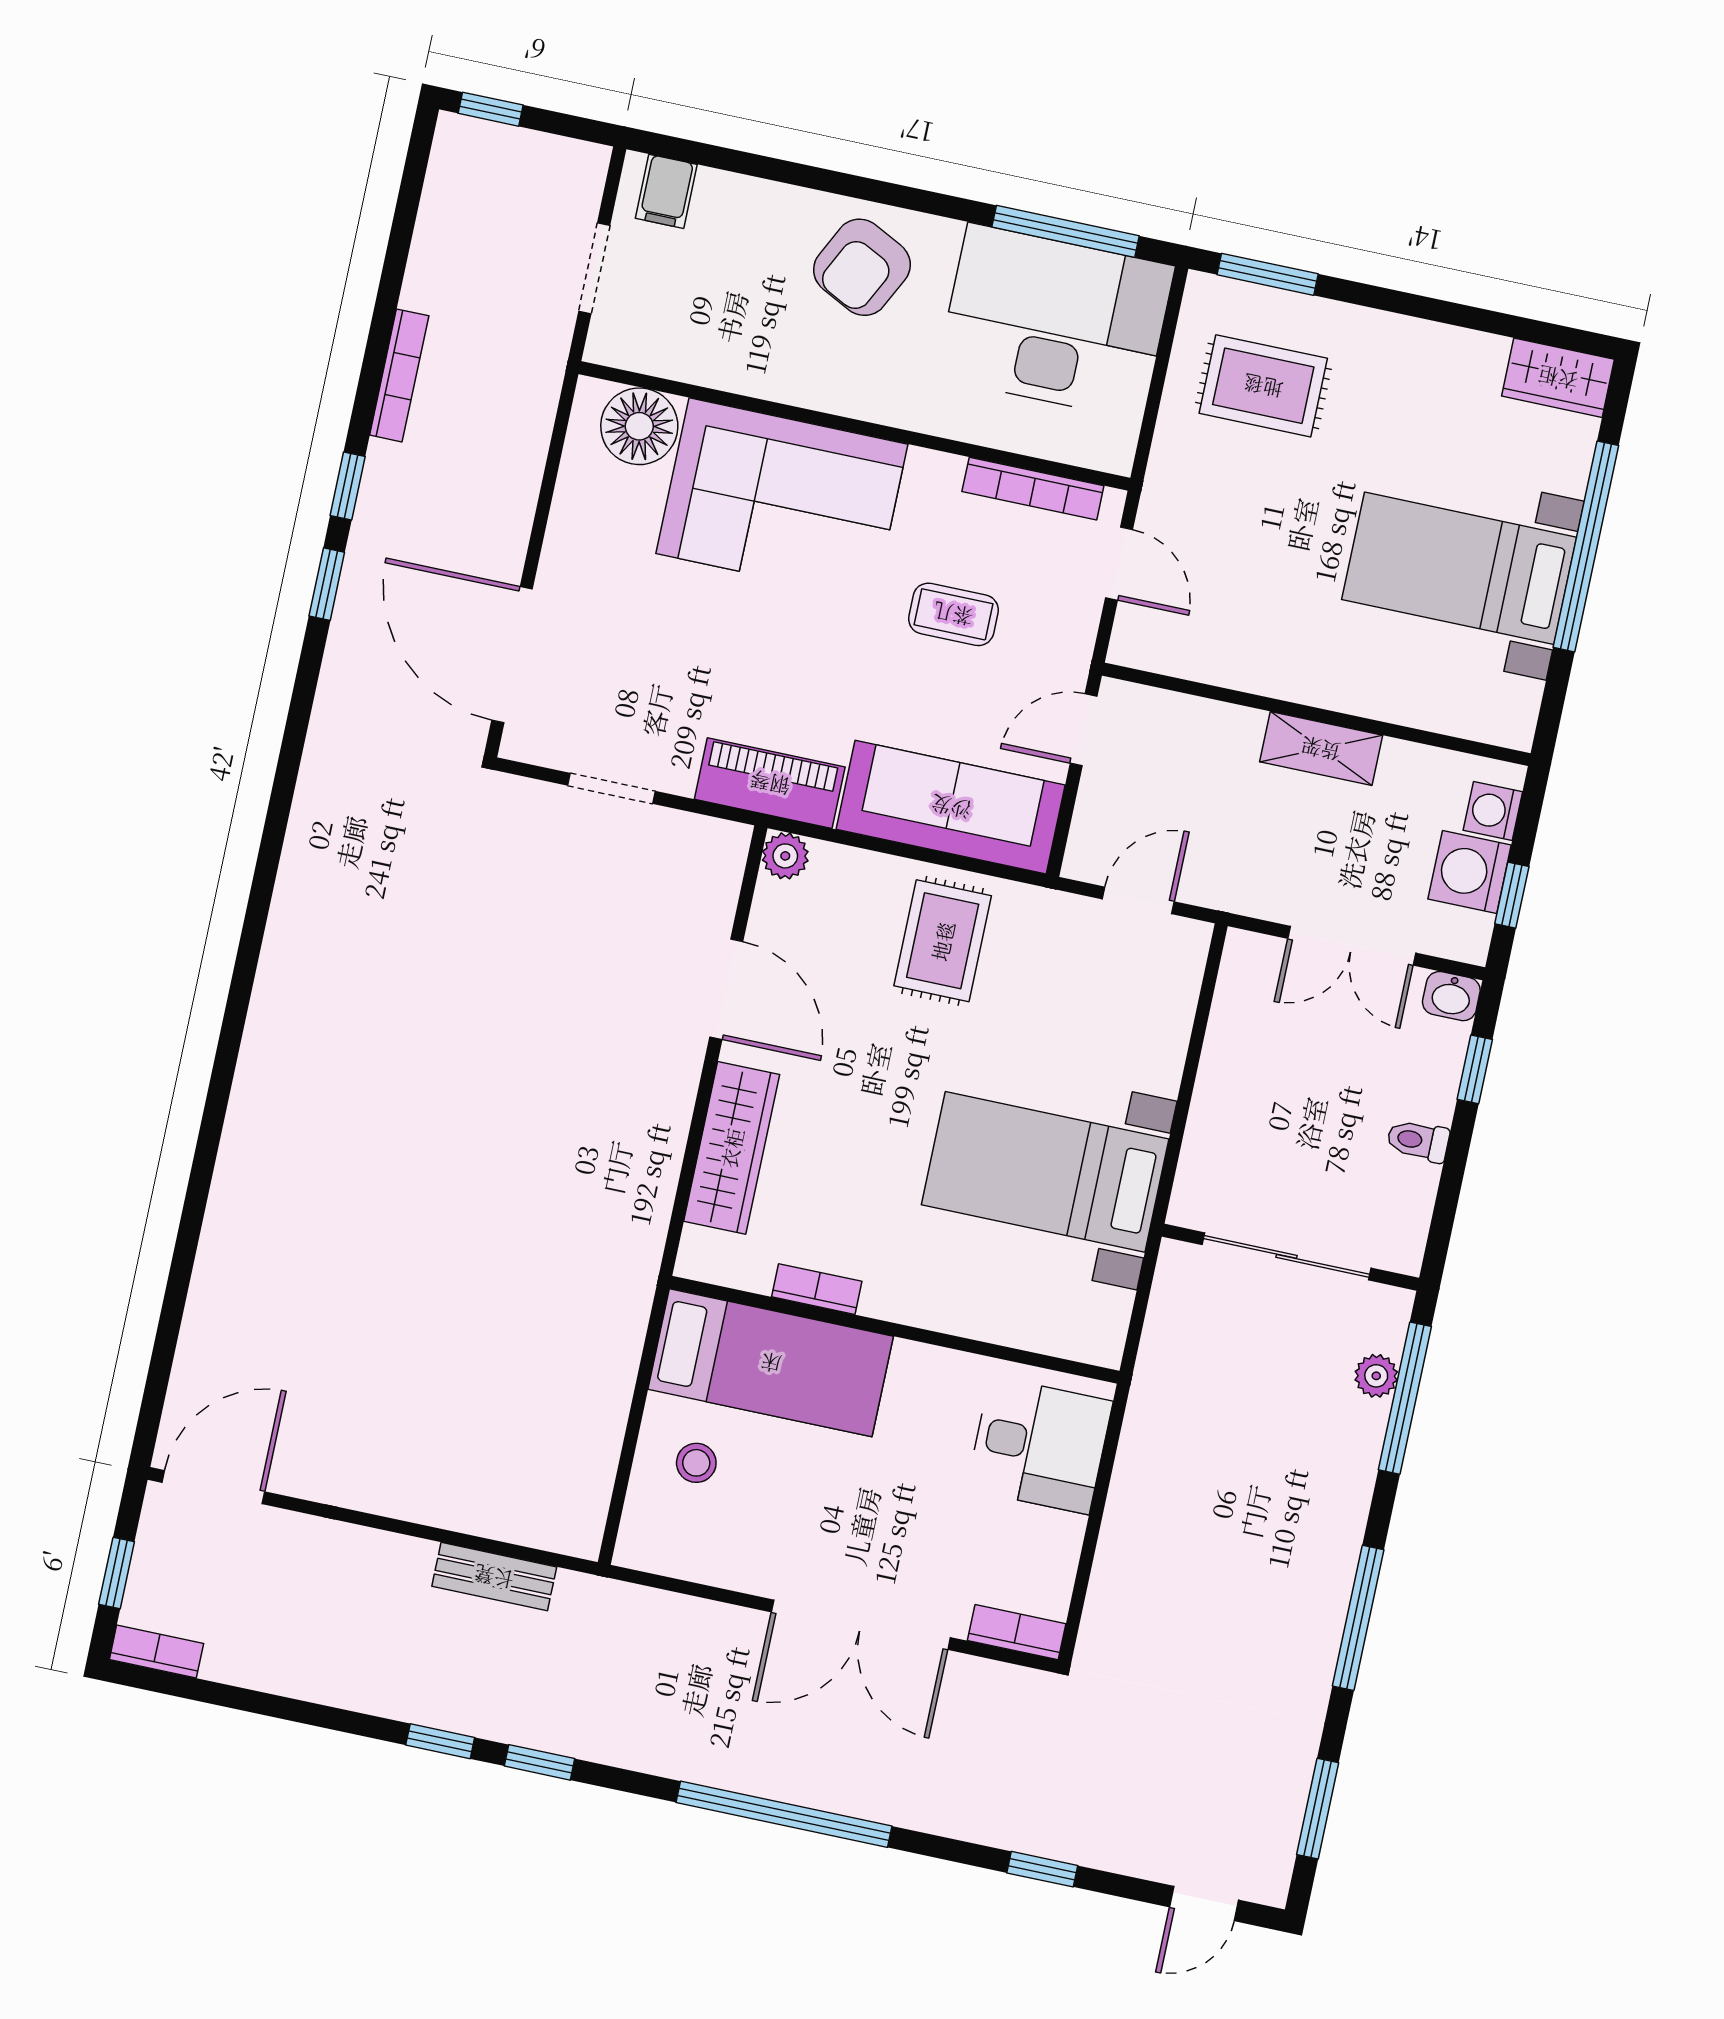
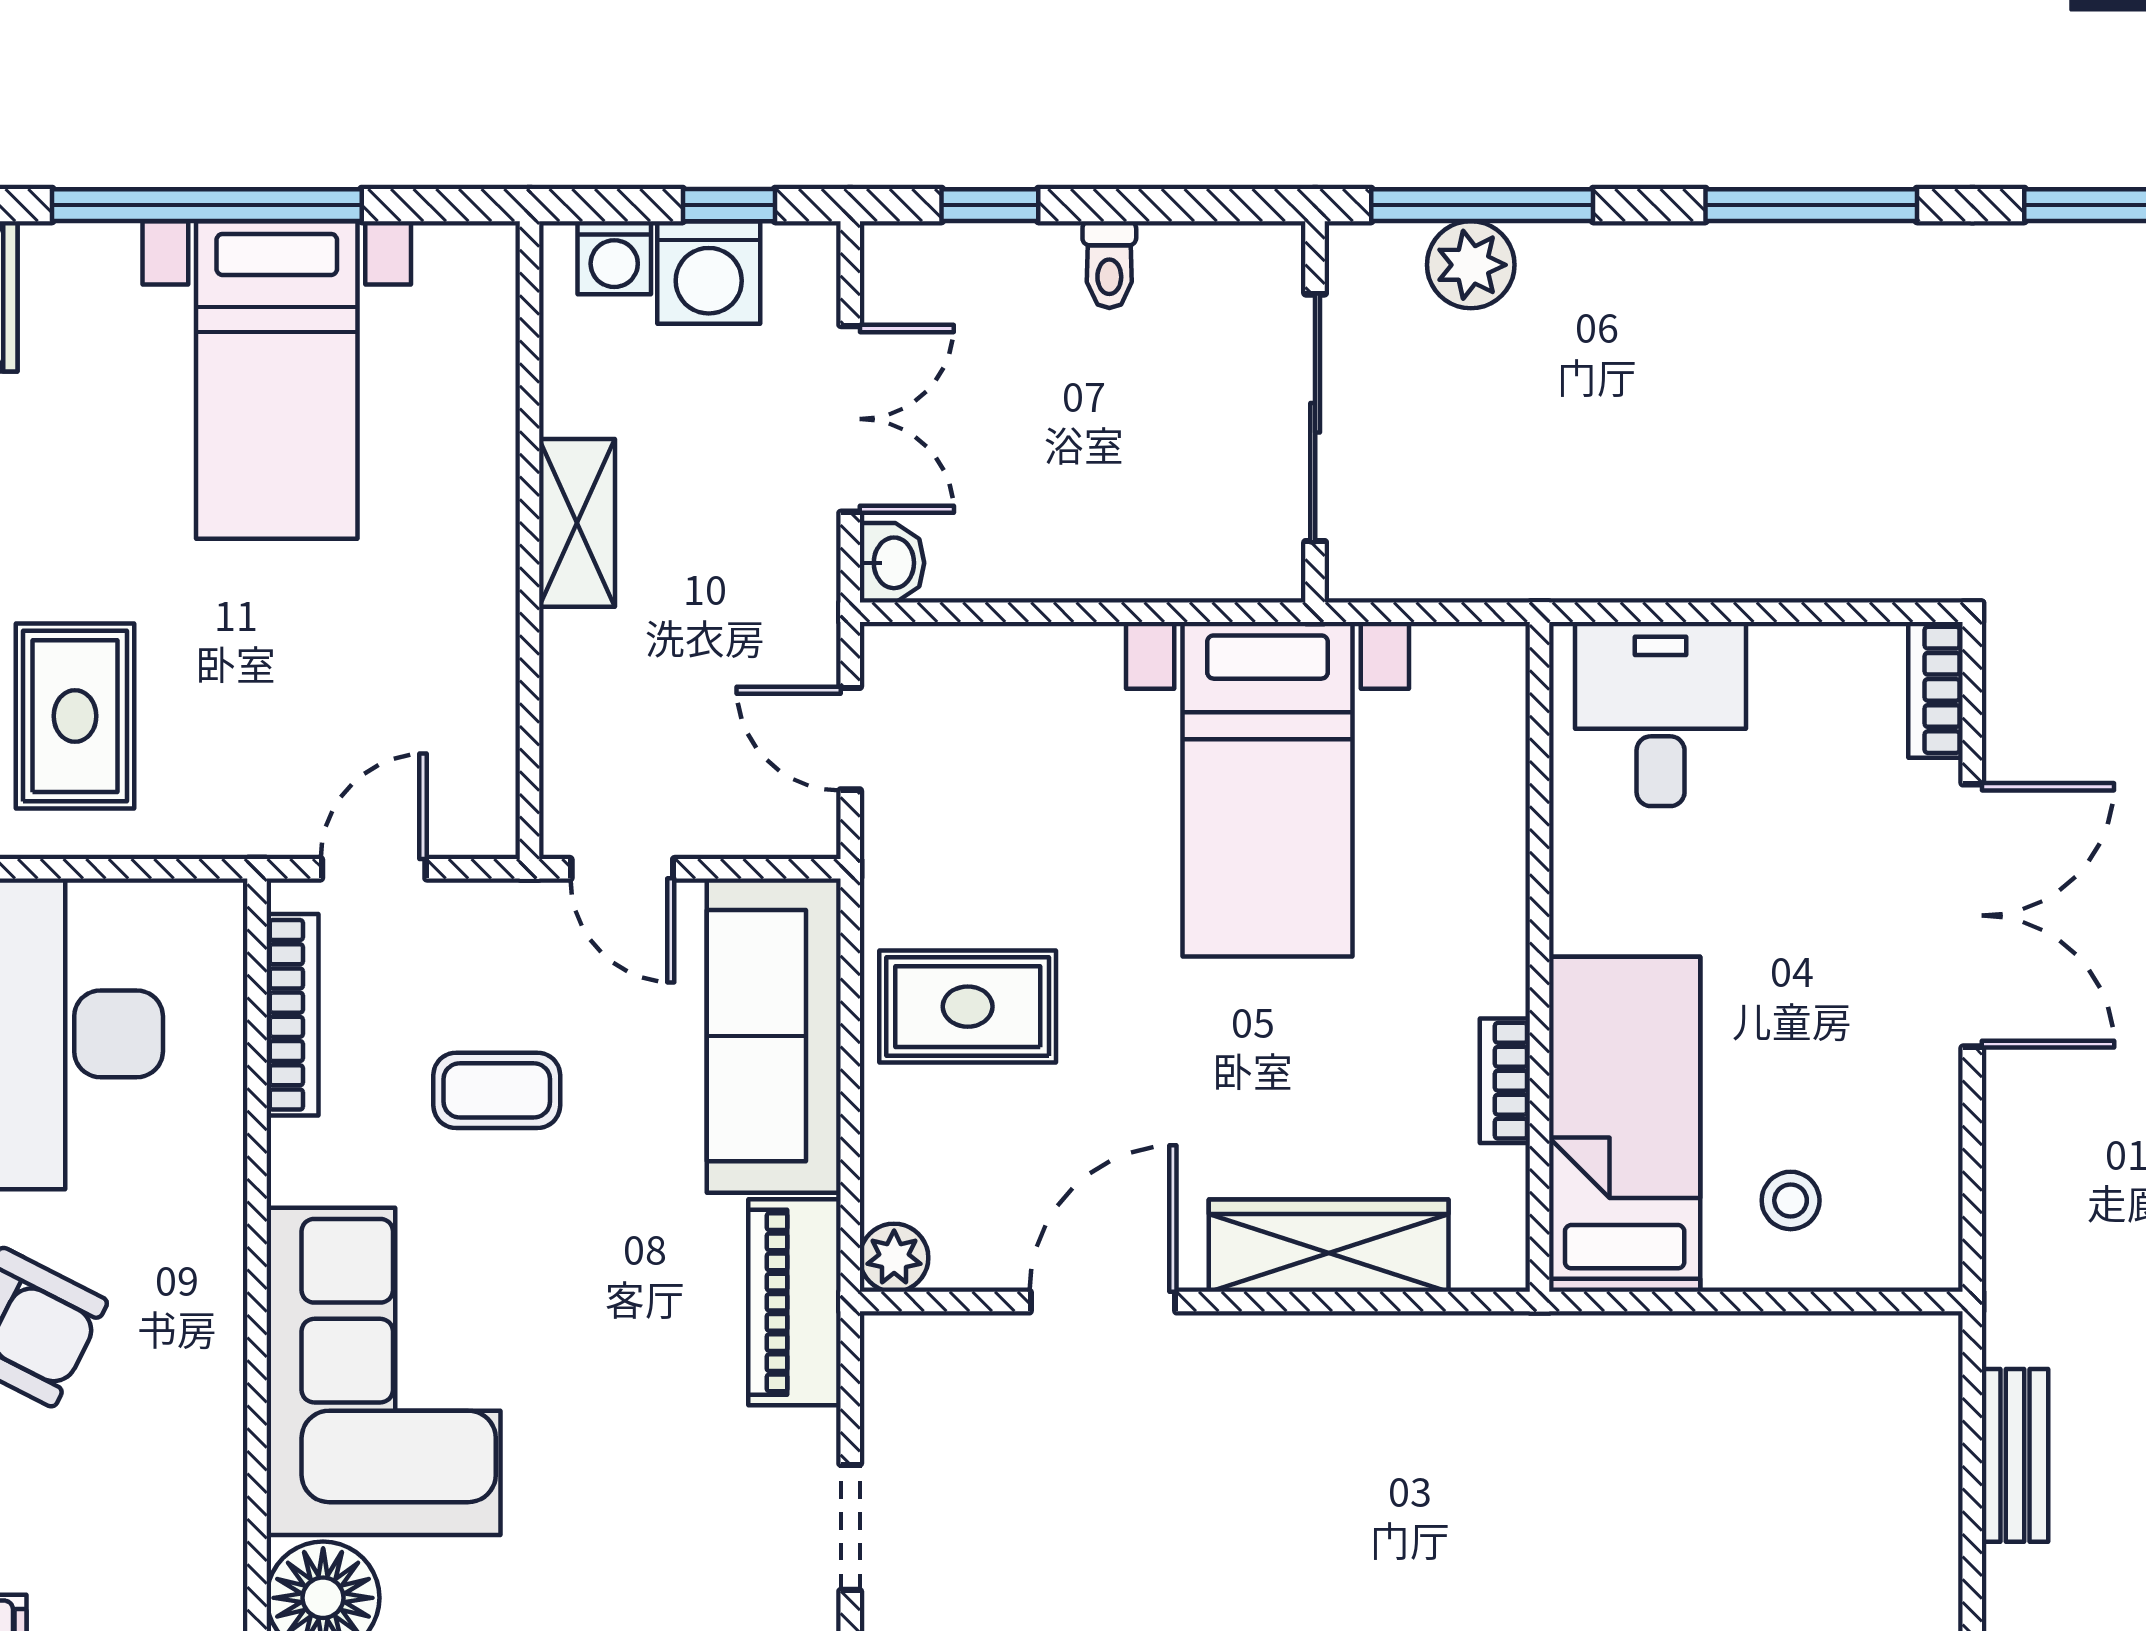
coffee table: (953, 614) -> (497, 1090), turned 90
washbasin: (1451, 996) -> (892, 563), moved
plant: (1376, 1376) -> (1471, 265), width x1.38, depth x1.38

